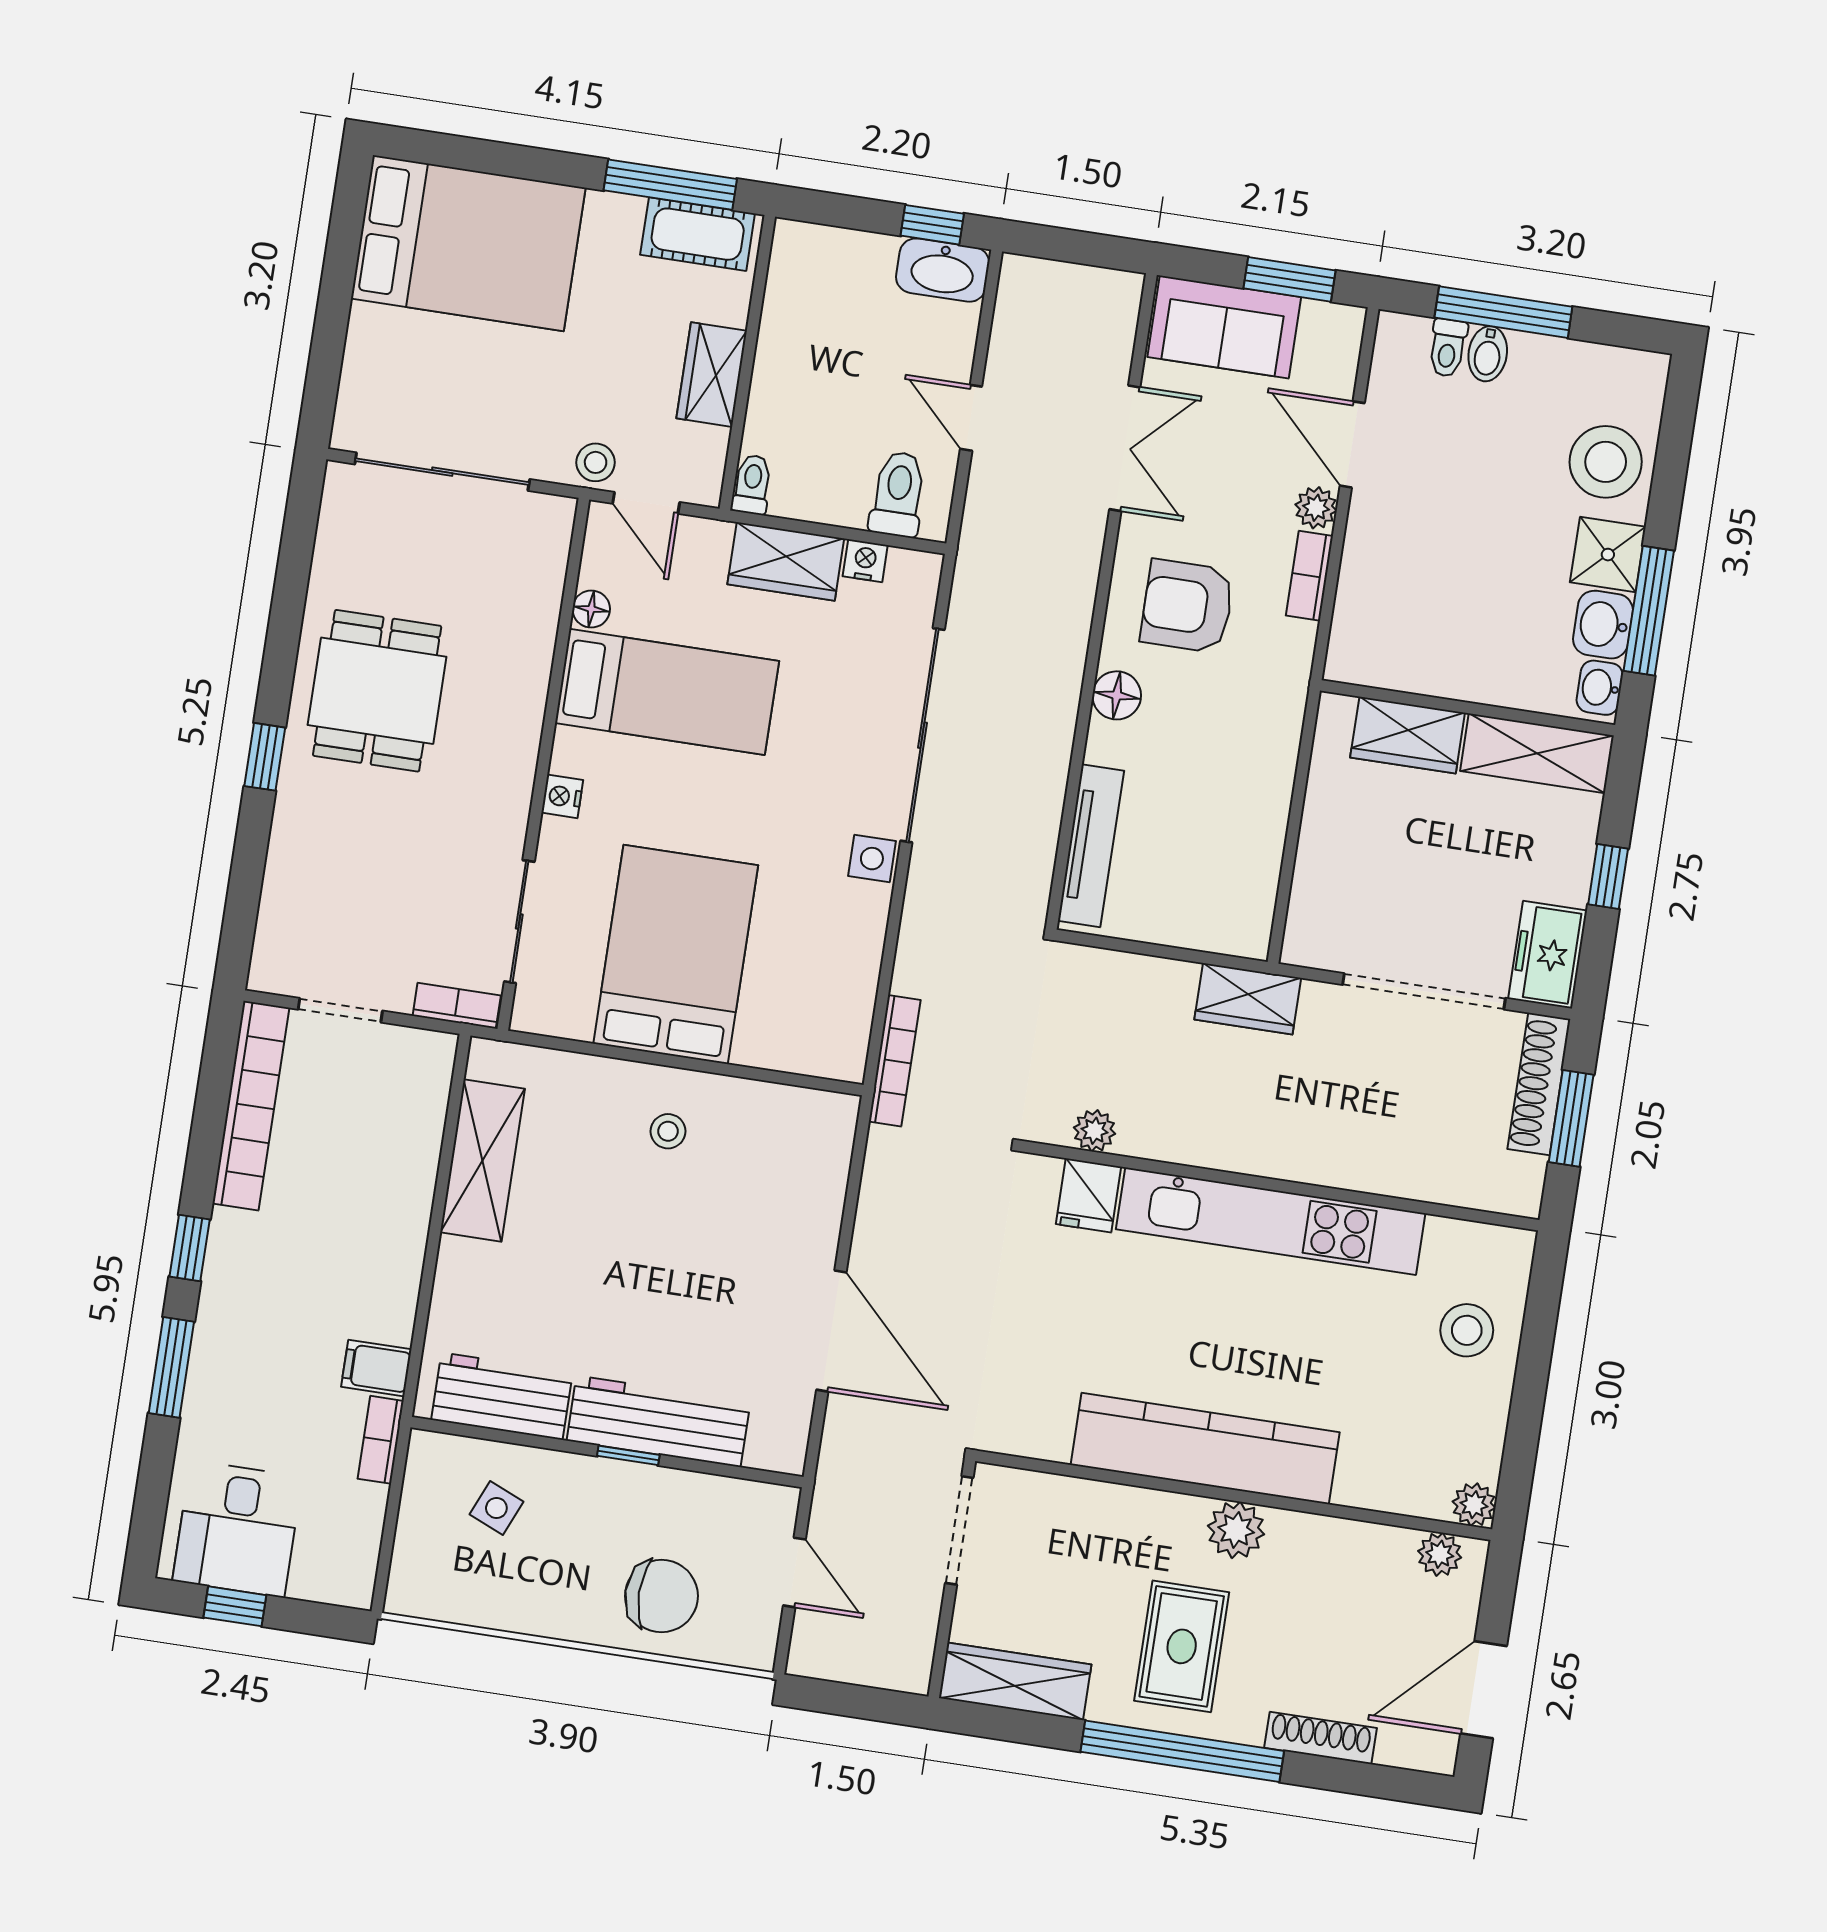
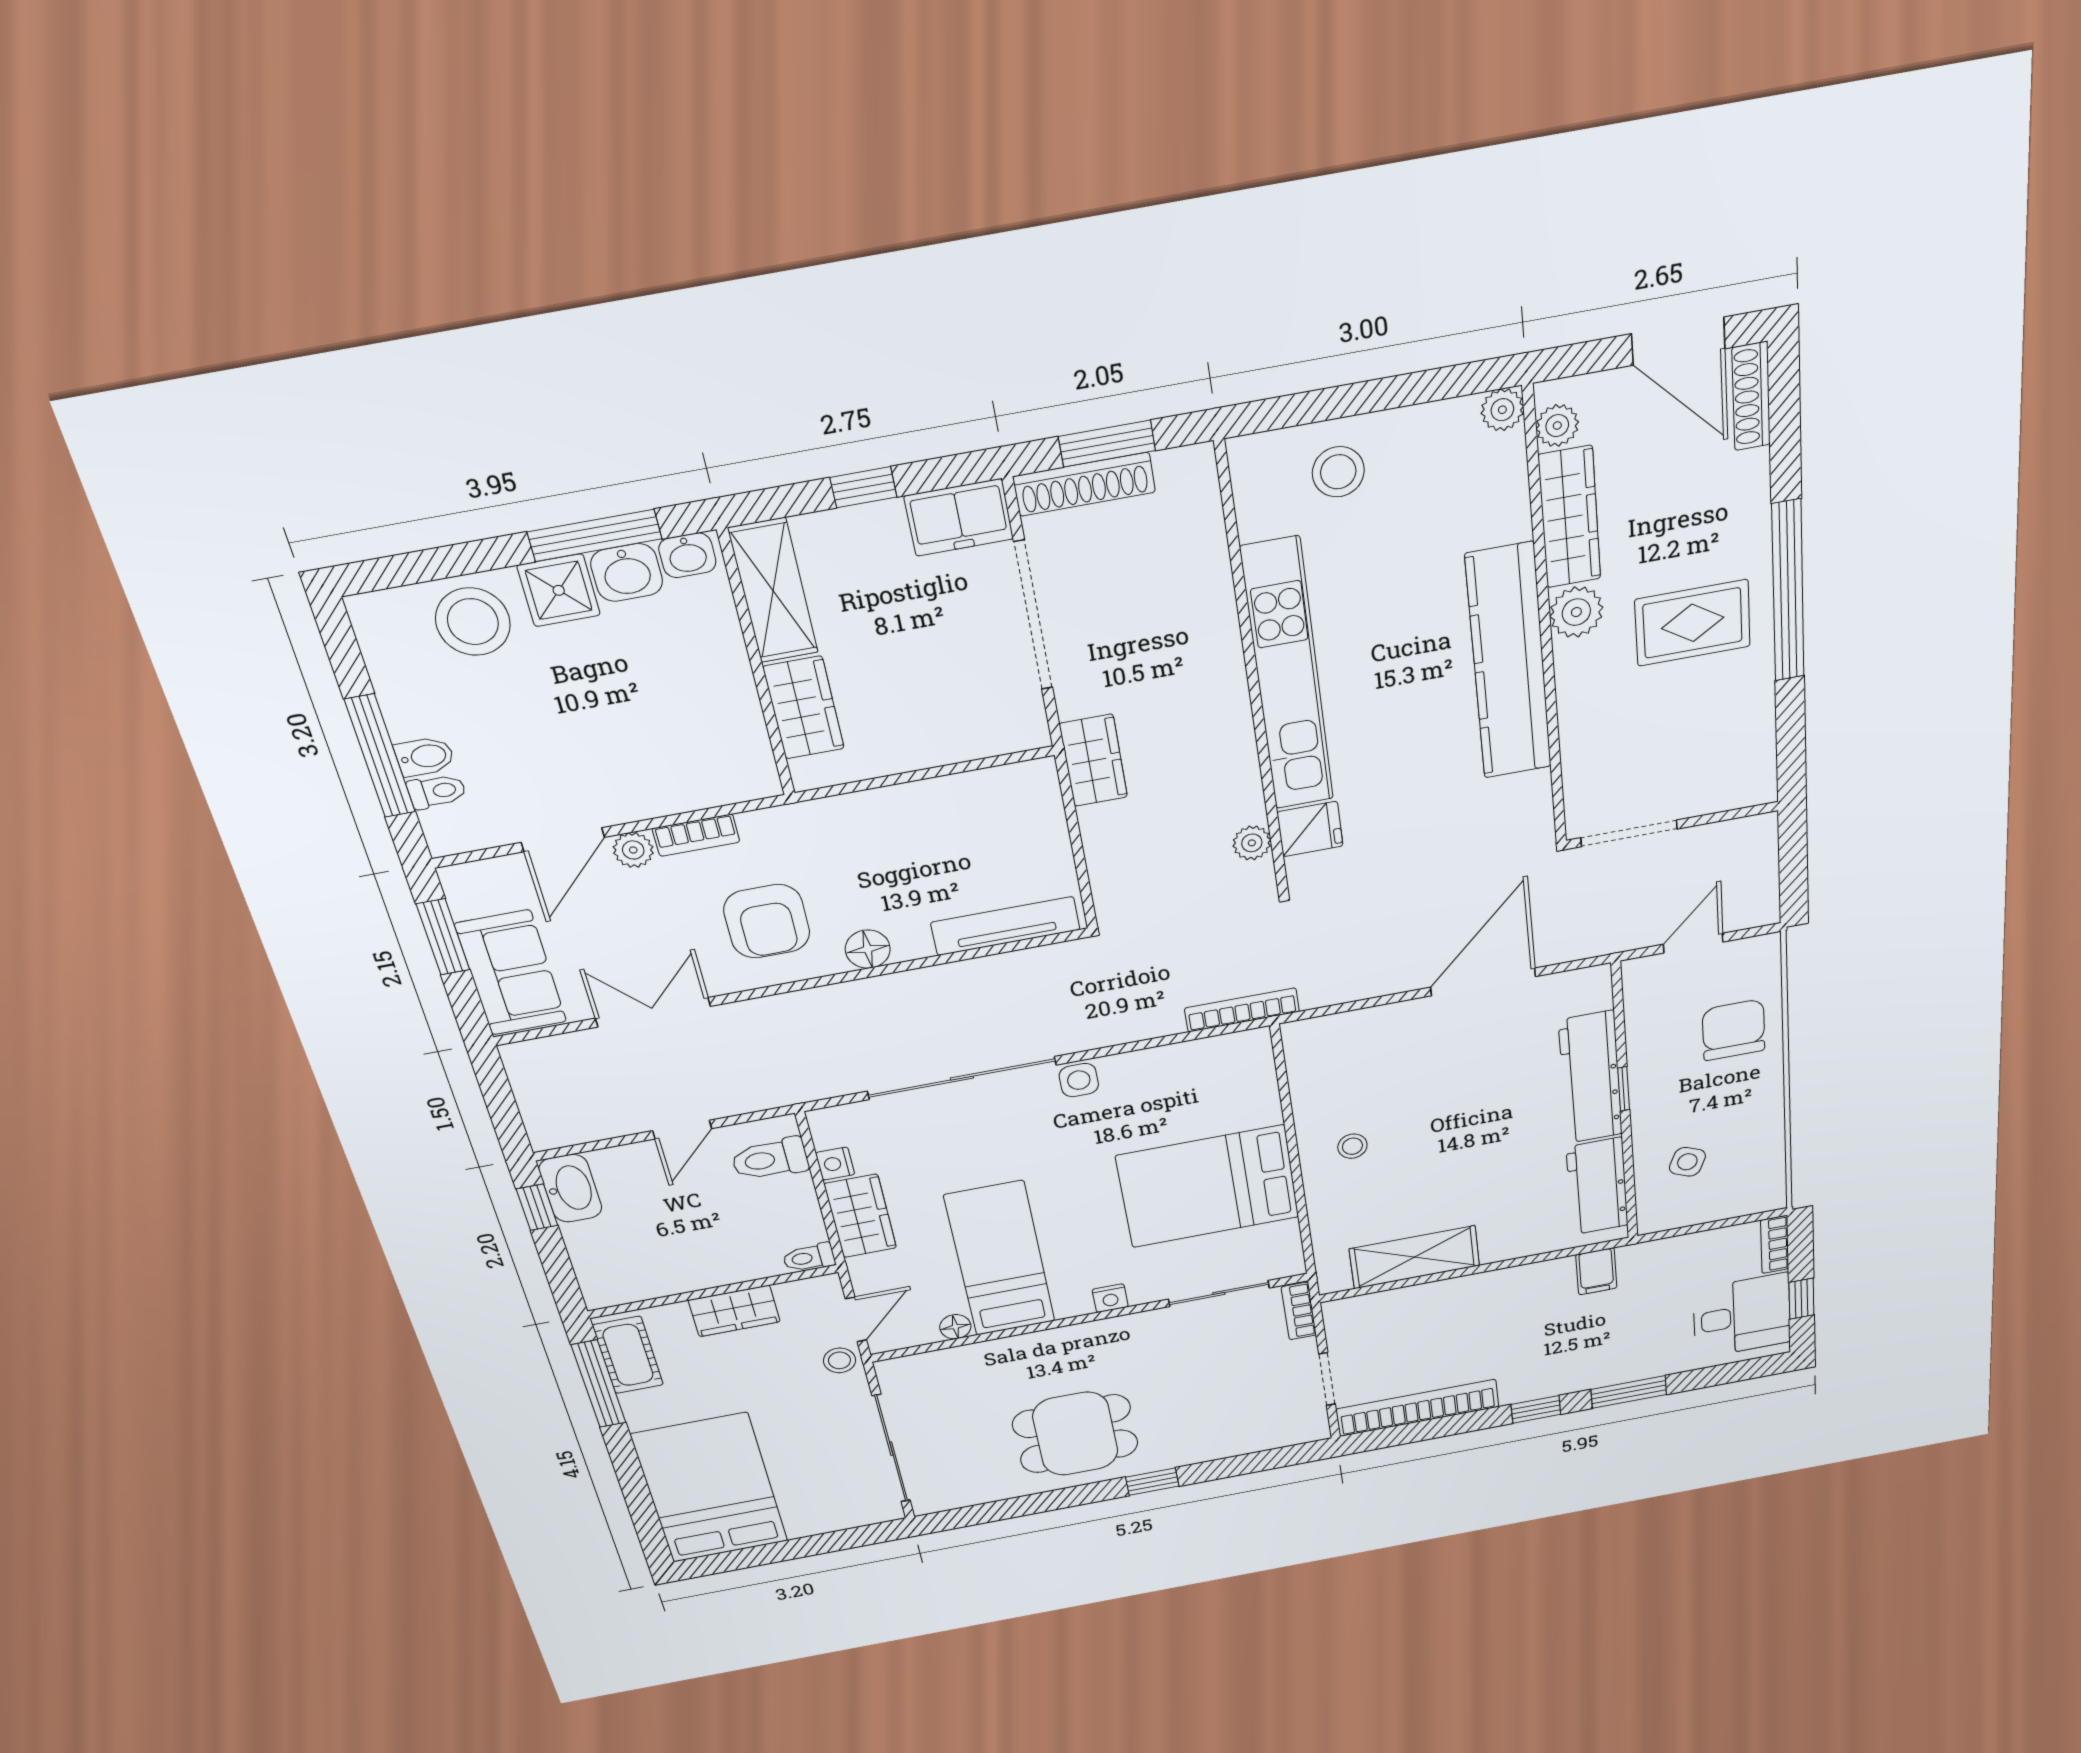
bookcase: (381, 1440) -> (1775, 1244), moved, turned 90
wardrobe: (1015, 1681) -> (1570, 517), moved, turned 180
shoe rack: (1320, 1738) -> (1751, 396), moved

